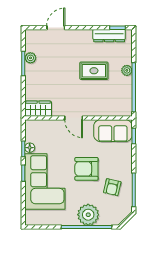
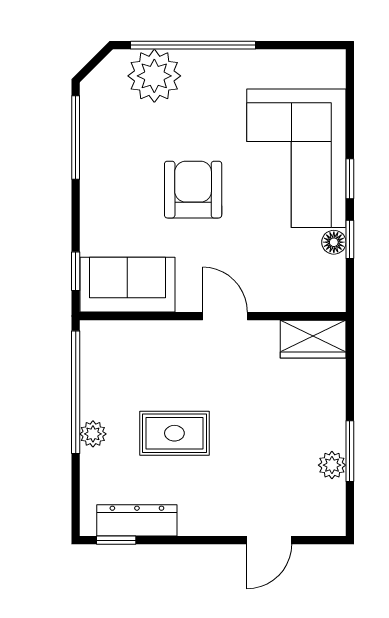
armchair: (86, 169) -> (193, 190), turned -90
armchair: (112, 187) -> (129, 144), removed
plant: (88, 215) -> (154, 76), moved

